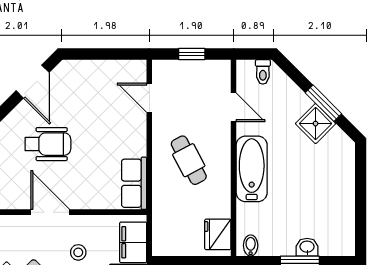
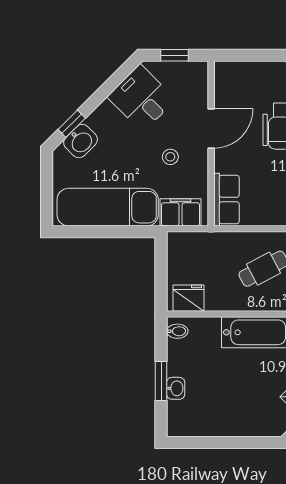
row of seats: (134, 183) -> (226, 200), moved, turned 90

